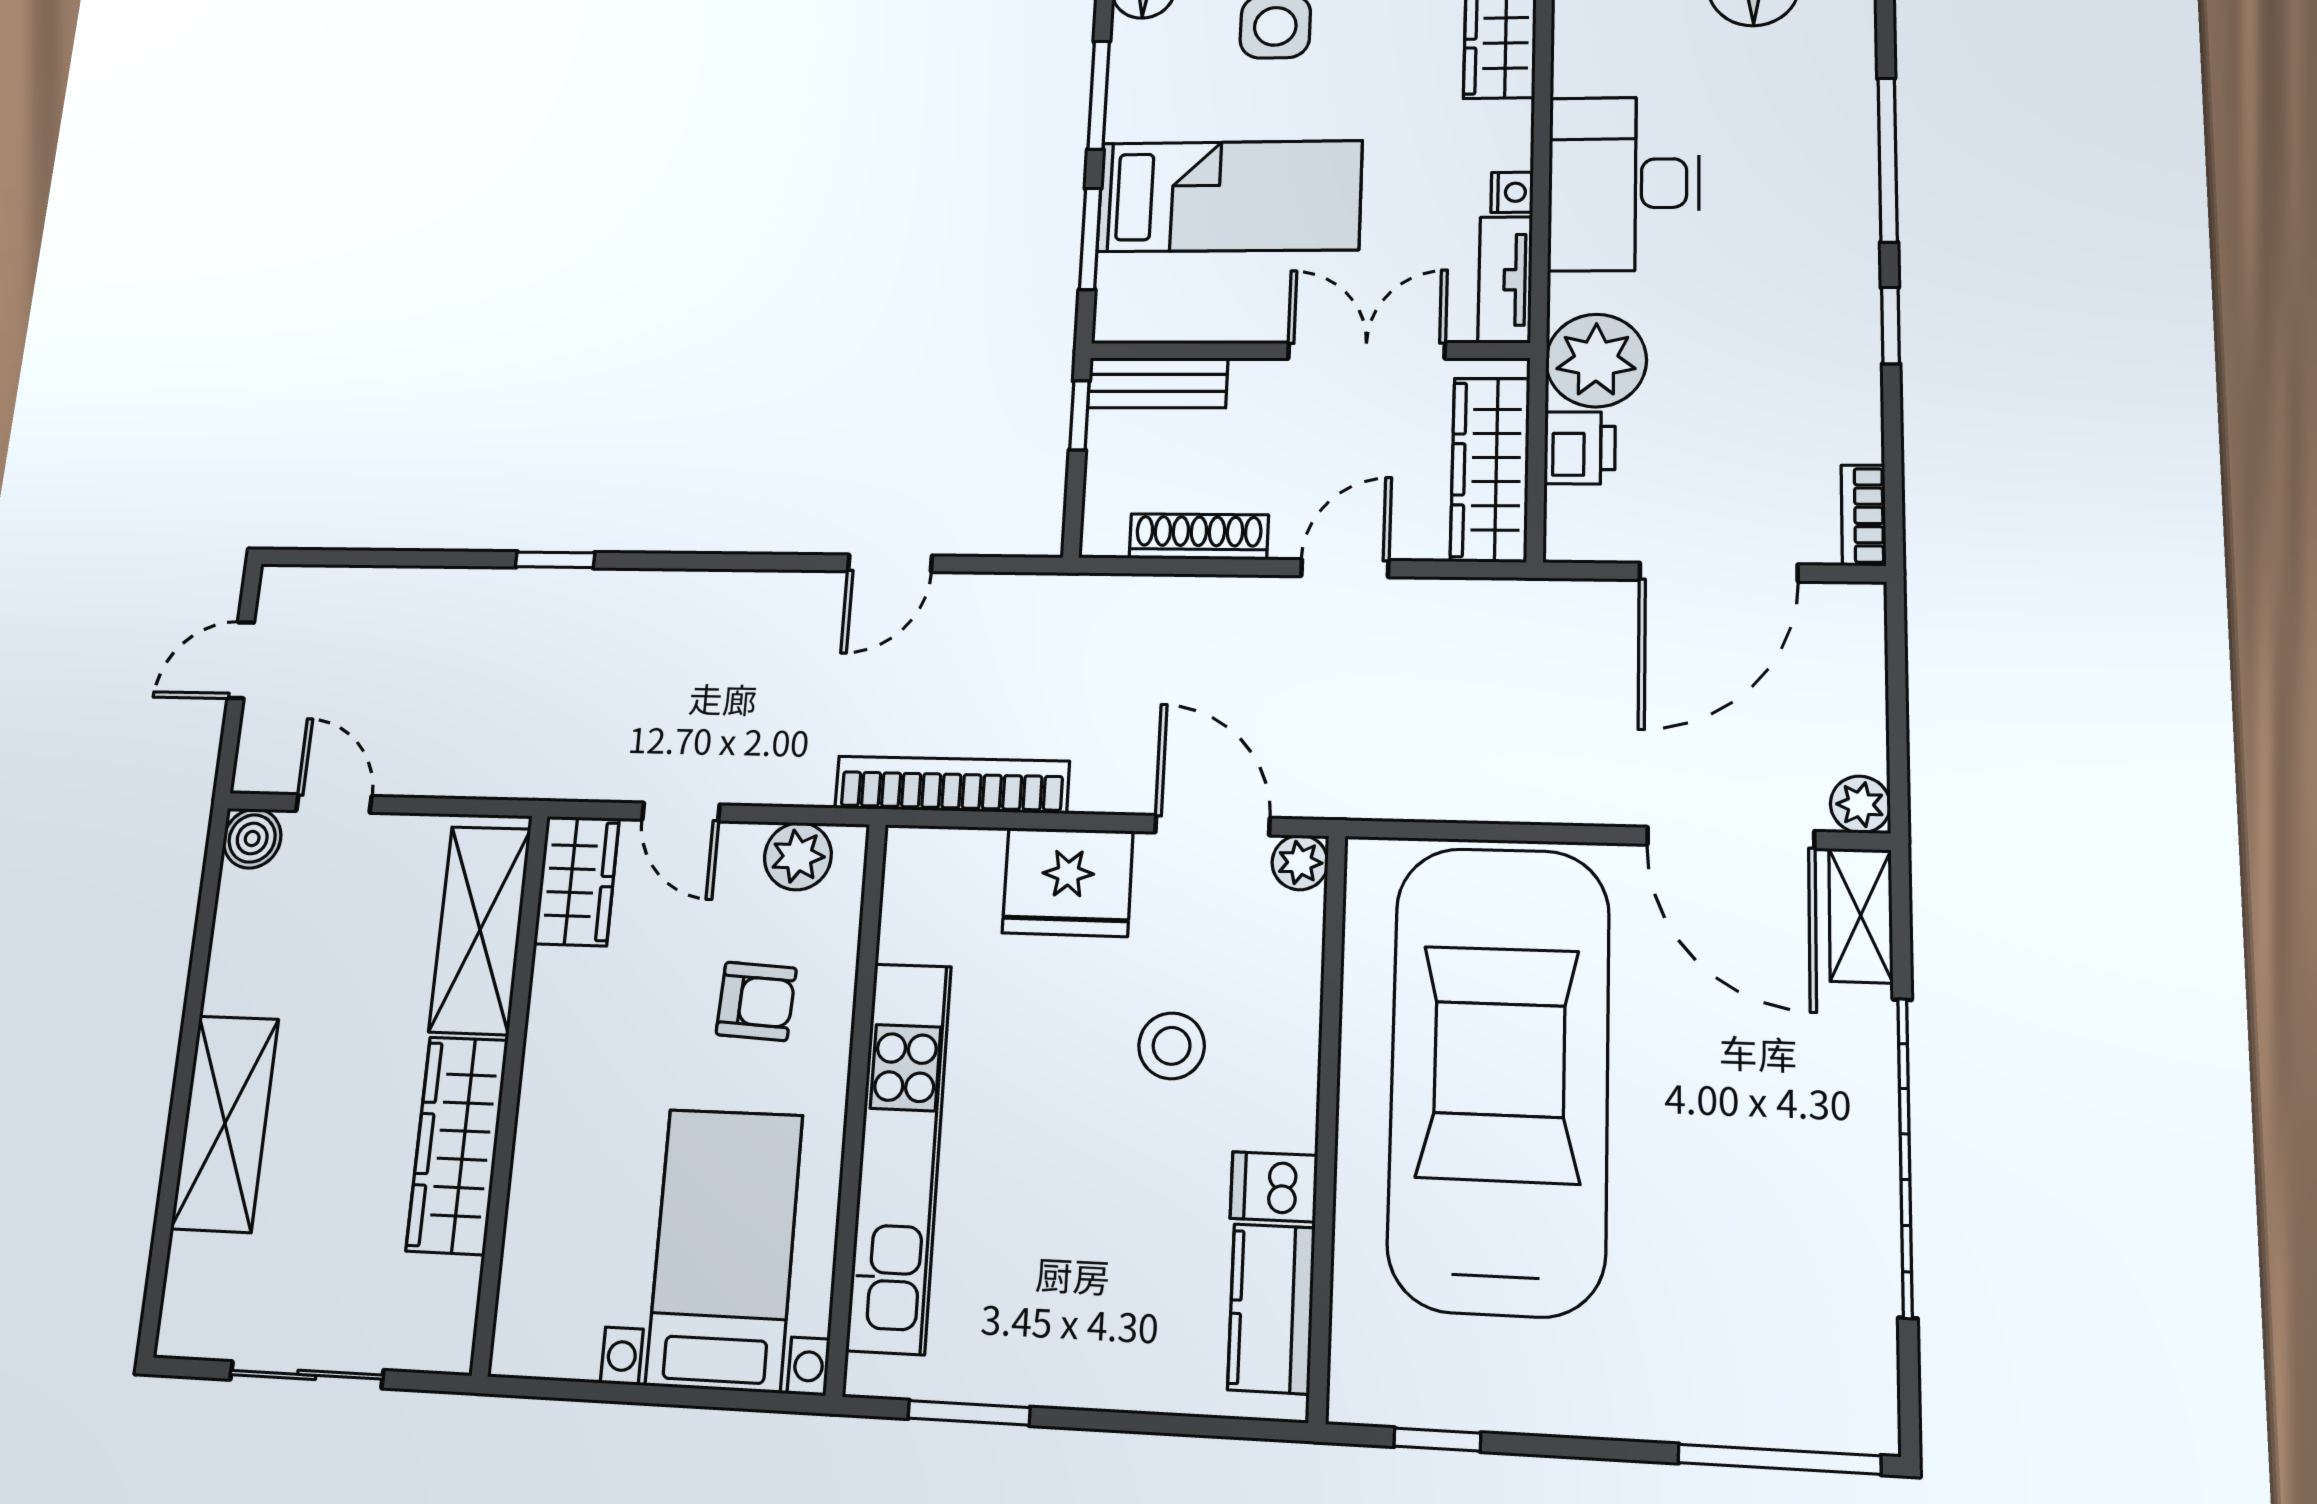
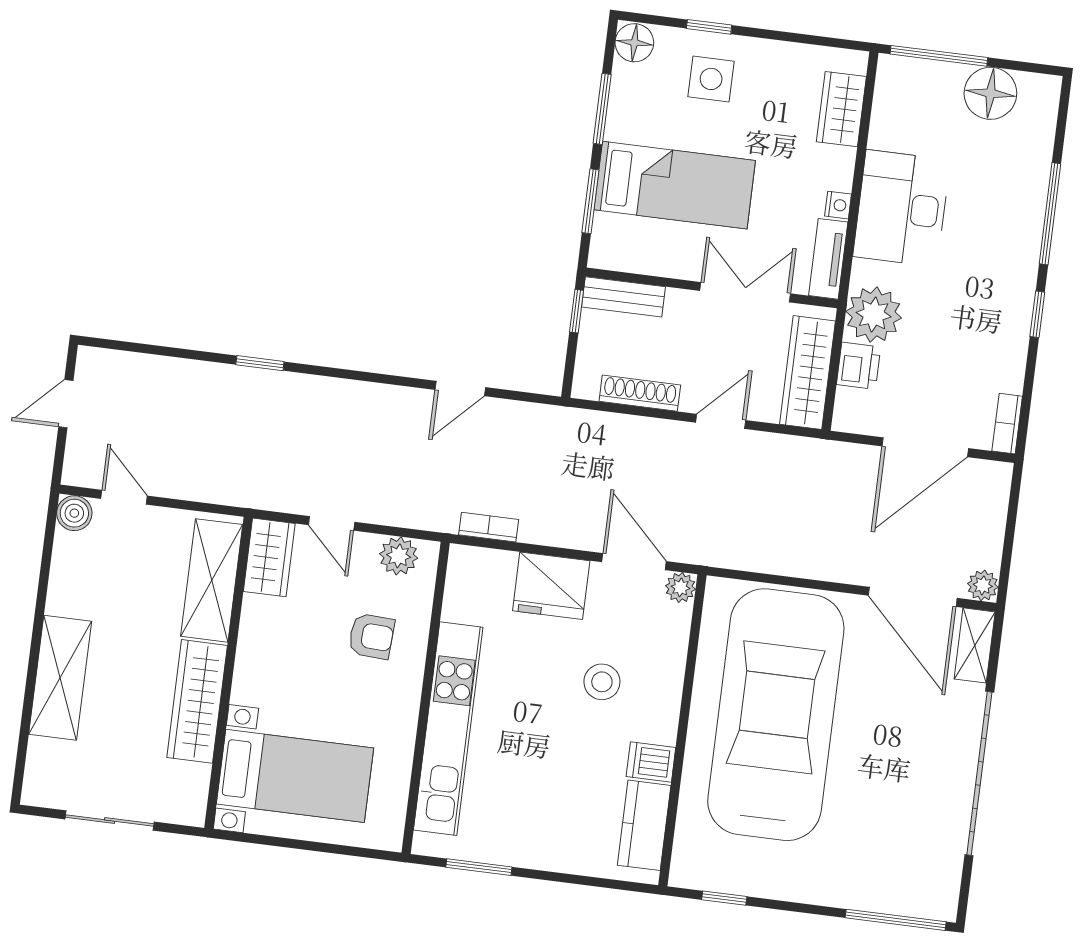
bookcase: (952, 785) -> (489, 527), width x0.43, depth x0.76
bed with nightstands: (724, 1249) -> (295, 776), moved, turned 90

